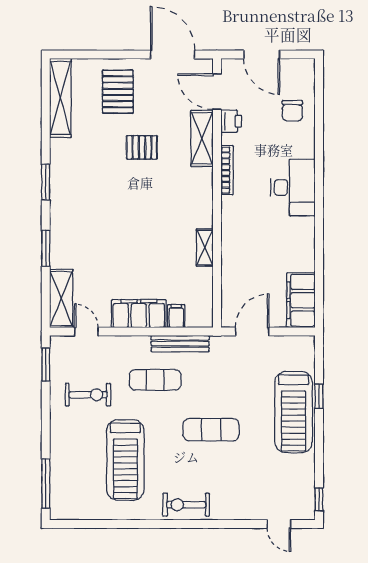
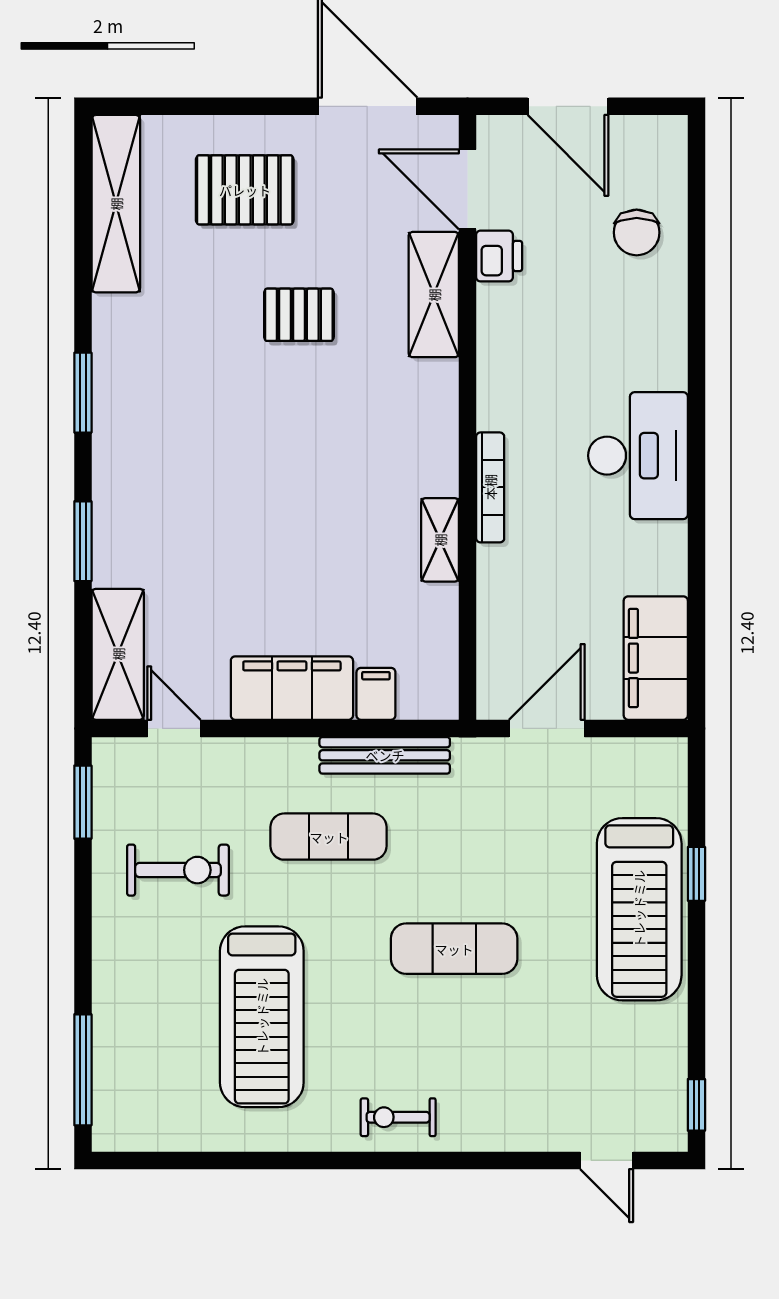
pallet: (118, 92) -> (245, 190), turned 90
bookcase: (227, 170) -> (490, 487), moved
desk: (293, 187) -> (638, 456), moved
exercise bike: (186, 505) -> (398, 1117), width x0.73, depth x0.72

